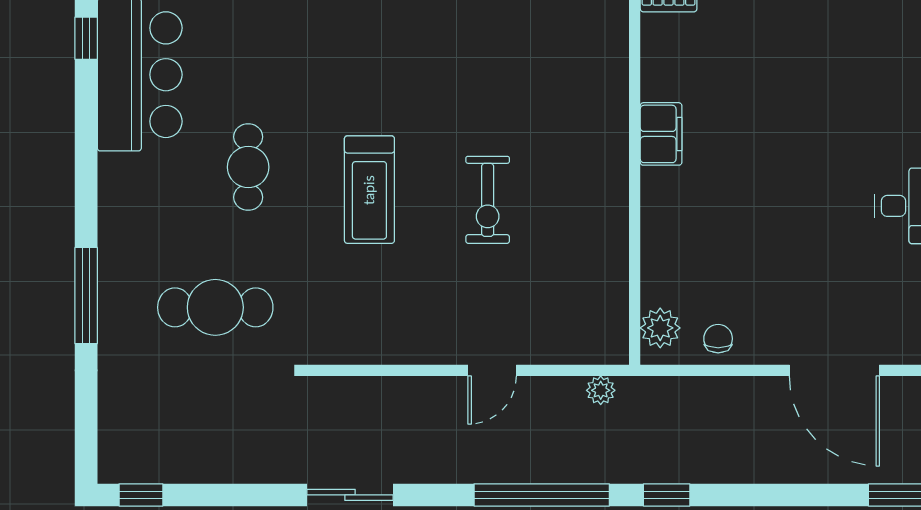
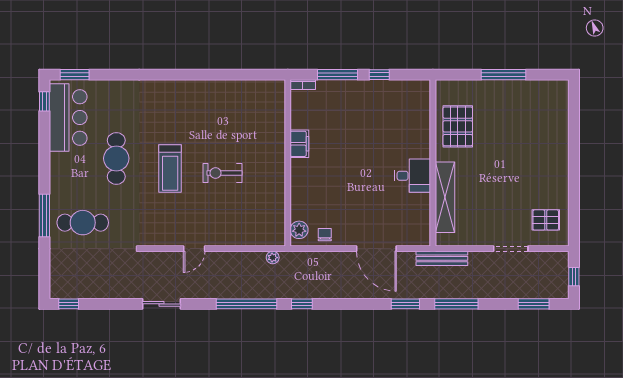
cafe table: (248, 167) -> (116, 158), width x1.37, depth x1.35
exercise bike: (488, 200) -> (223, 173), turned 90
cafe table: (215, 307) -> (83, 223), moved
door: (492, 370) -> (194, 249), moved

